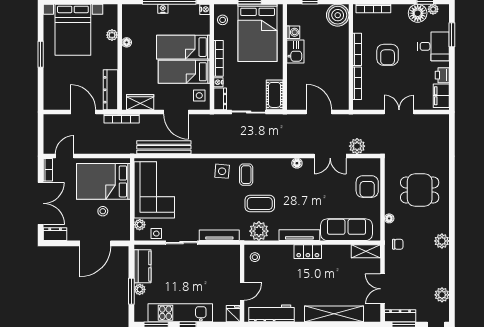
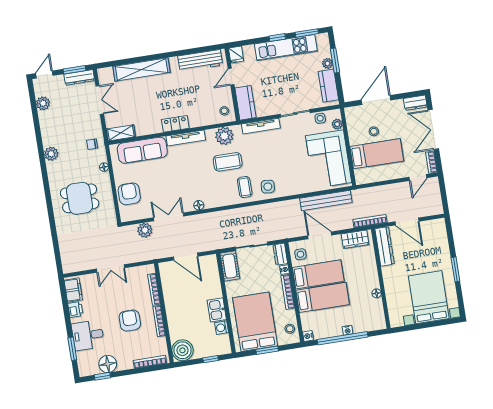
plant: (433, 9) -> (94, 370), removed
plant: (112, 35) -> (391, 298), removed
bed: (103, 181) -> (377, 154), width x0.67
kitchen counter: (231, 262) -> (245, 103), added

